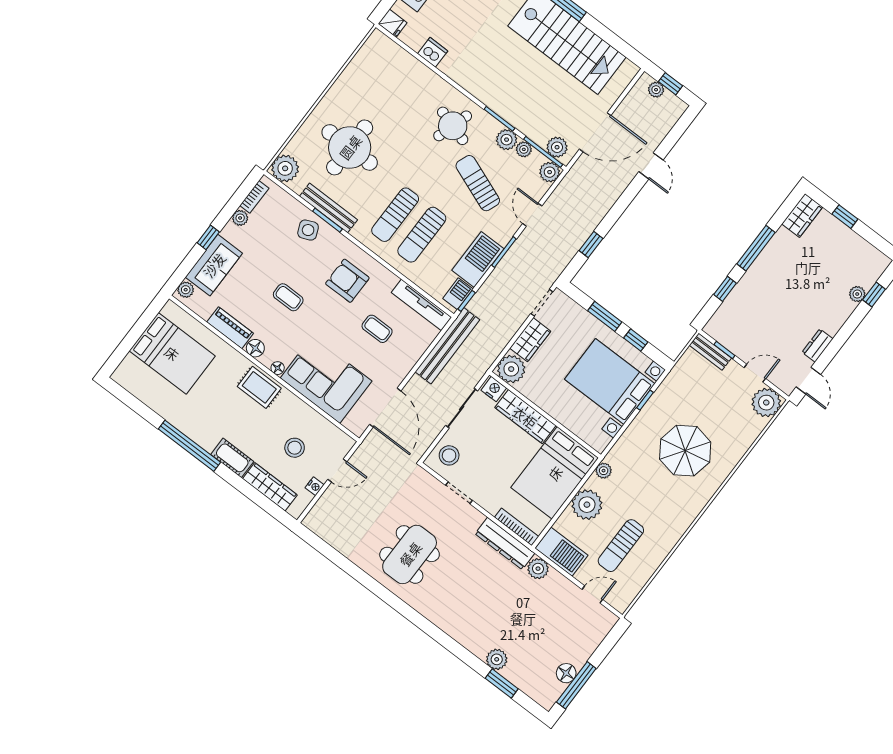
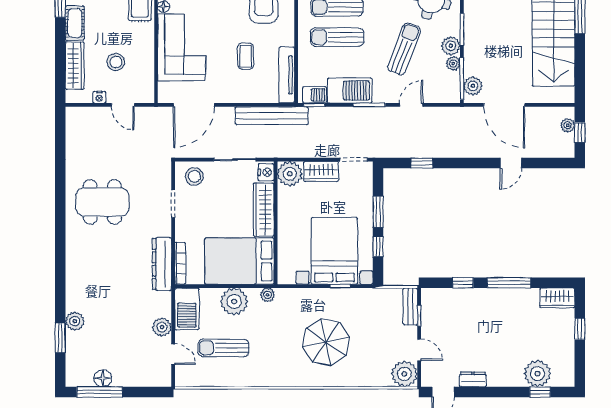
plant: (550, 172) -> (451, 94), removed
plant: (857, 294) -> (537, 374), width x1.87, depth x1.87
plant: (538, 569) -> (162, 327), moved

